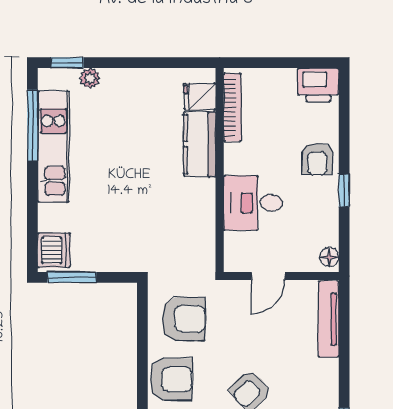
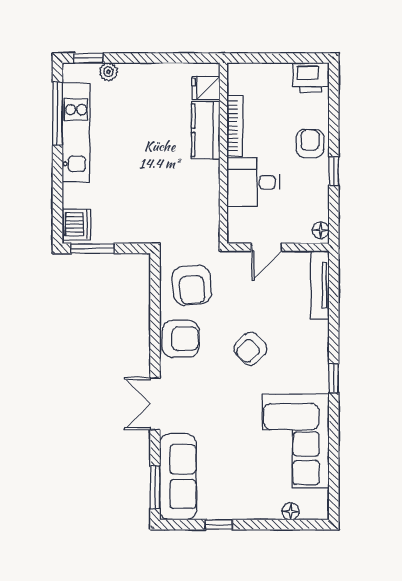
bookcase: (232, 107) -> (235, 126), moved
armchair: (317, 159) -> (310, 143), turned 180
armchair: (184, 319) -> (192, 285), turned 85

